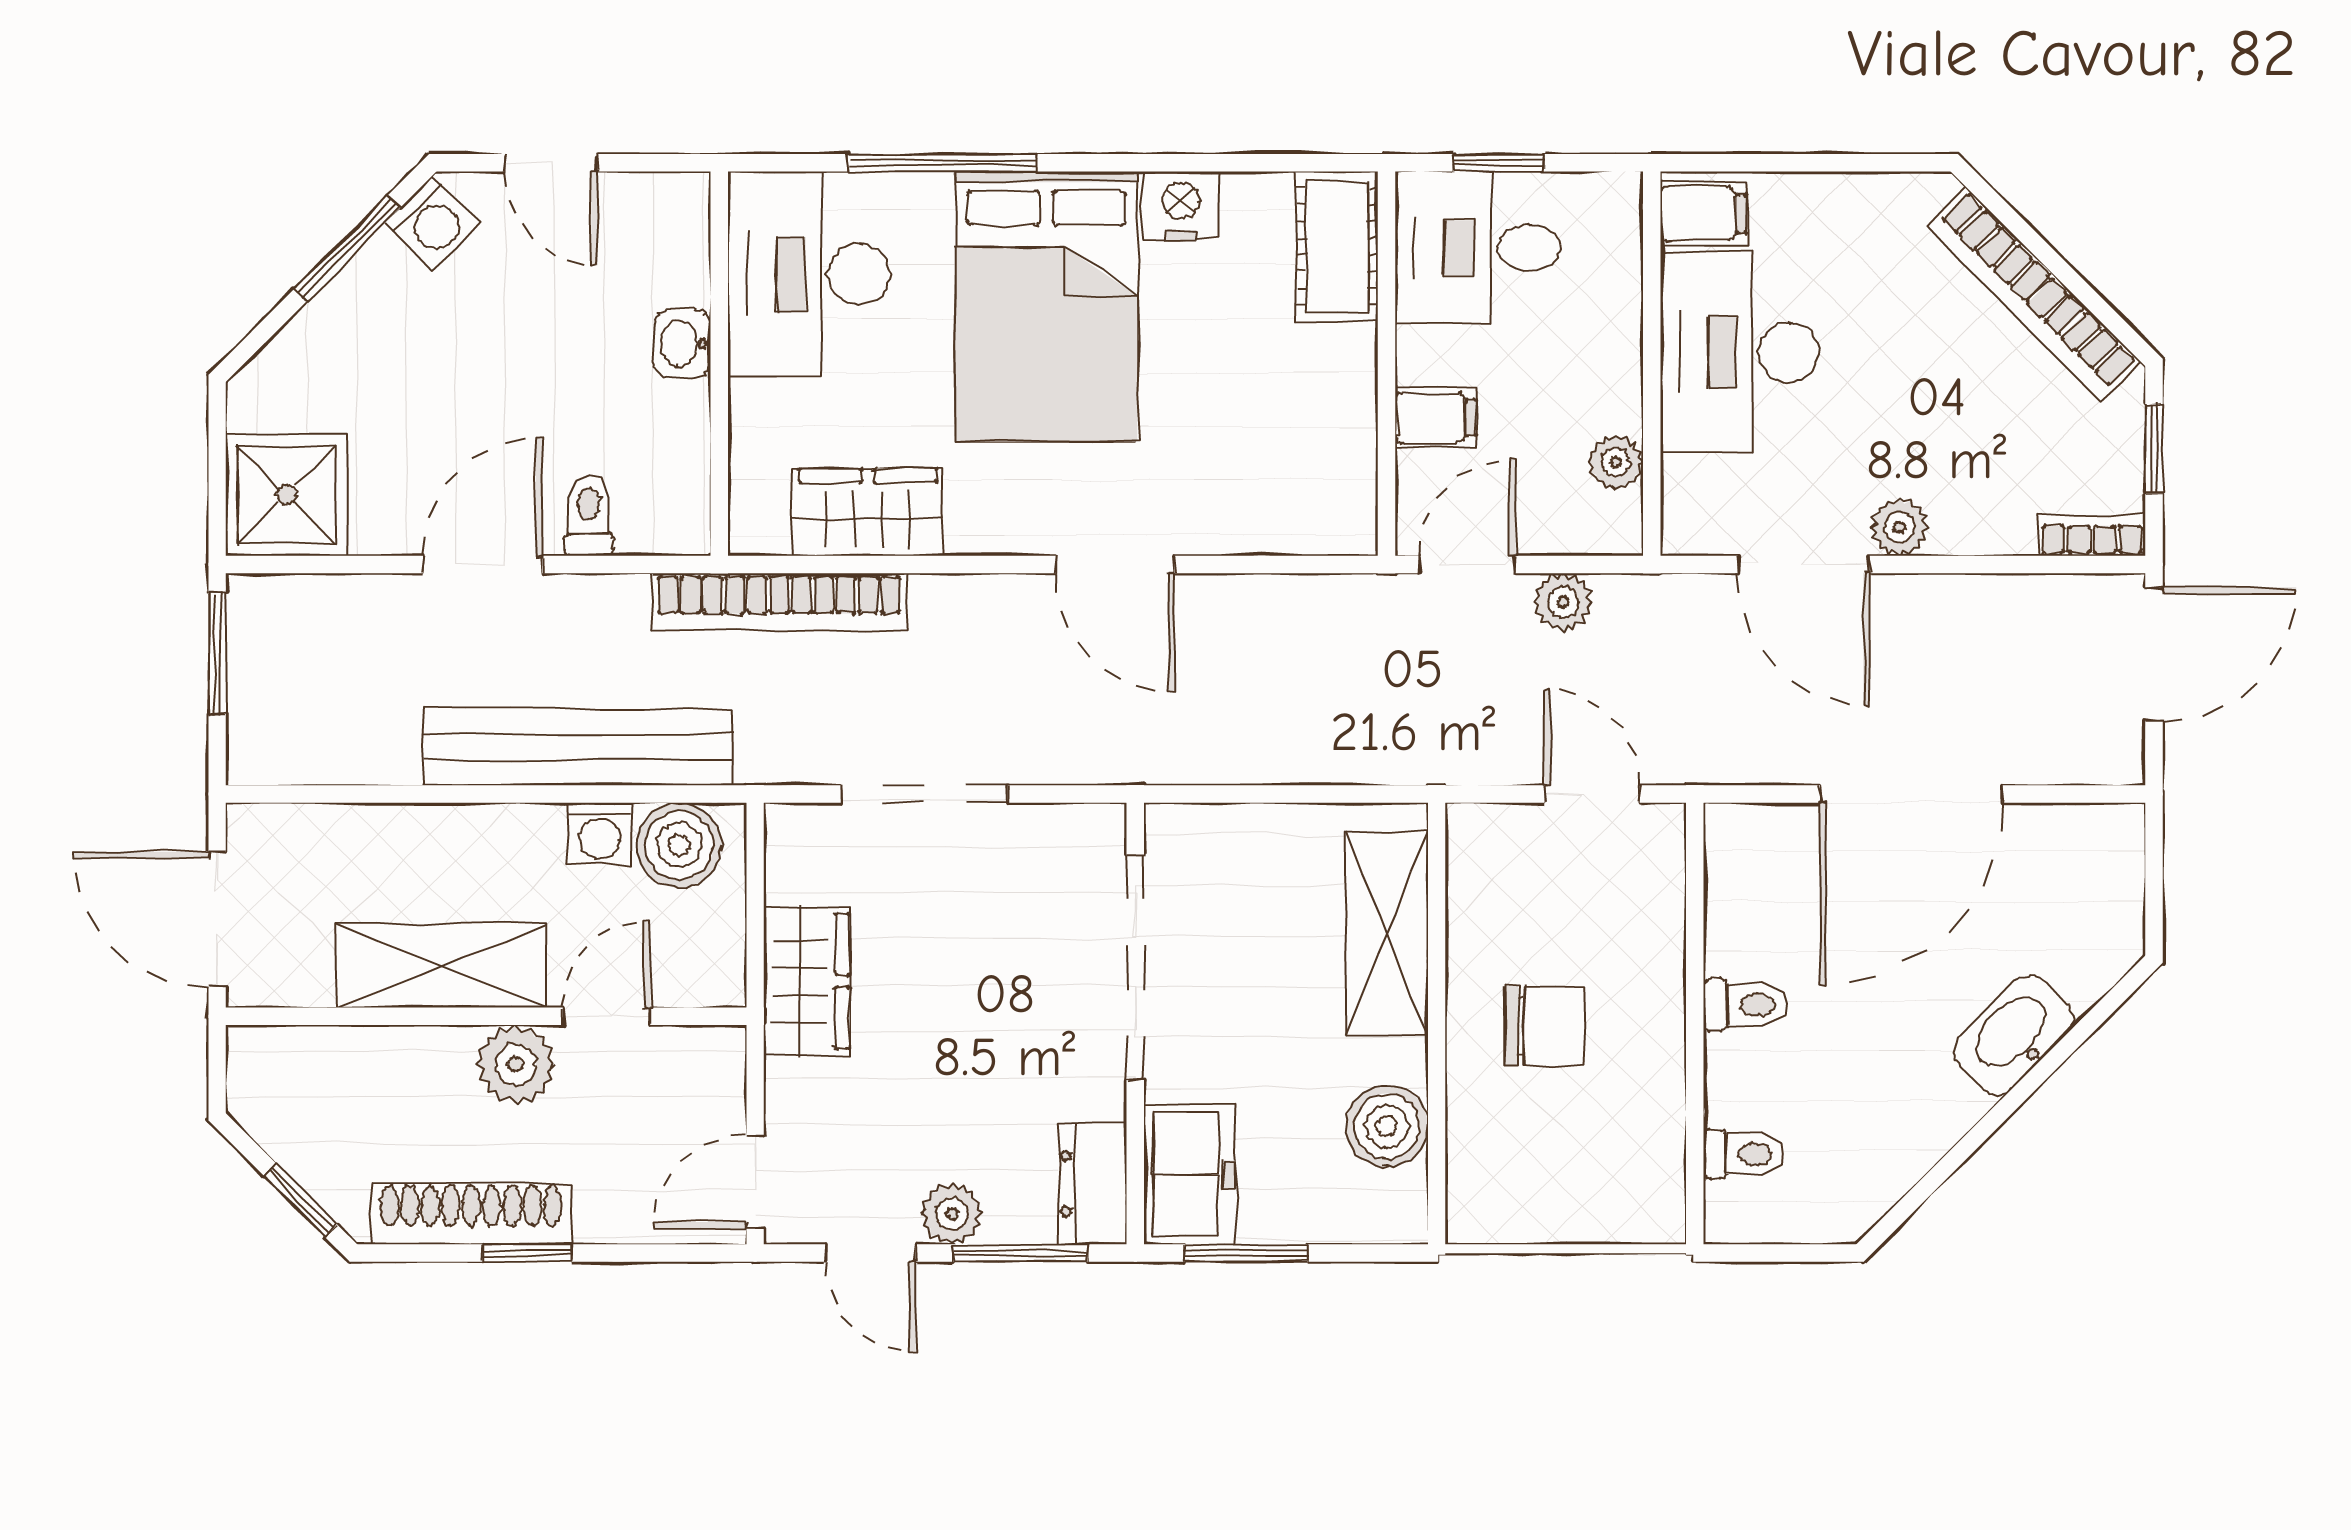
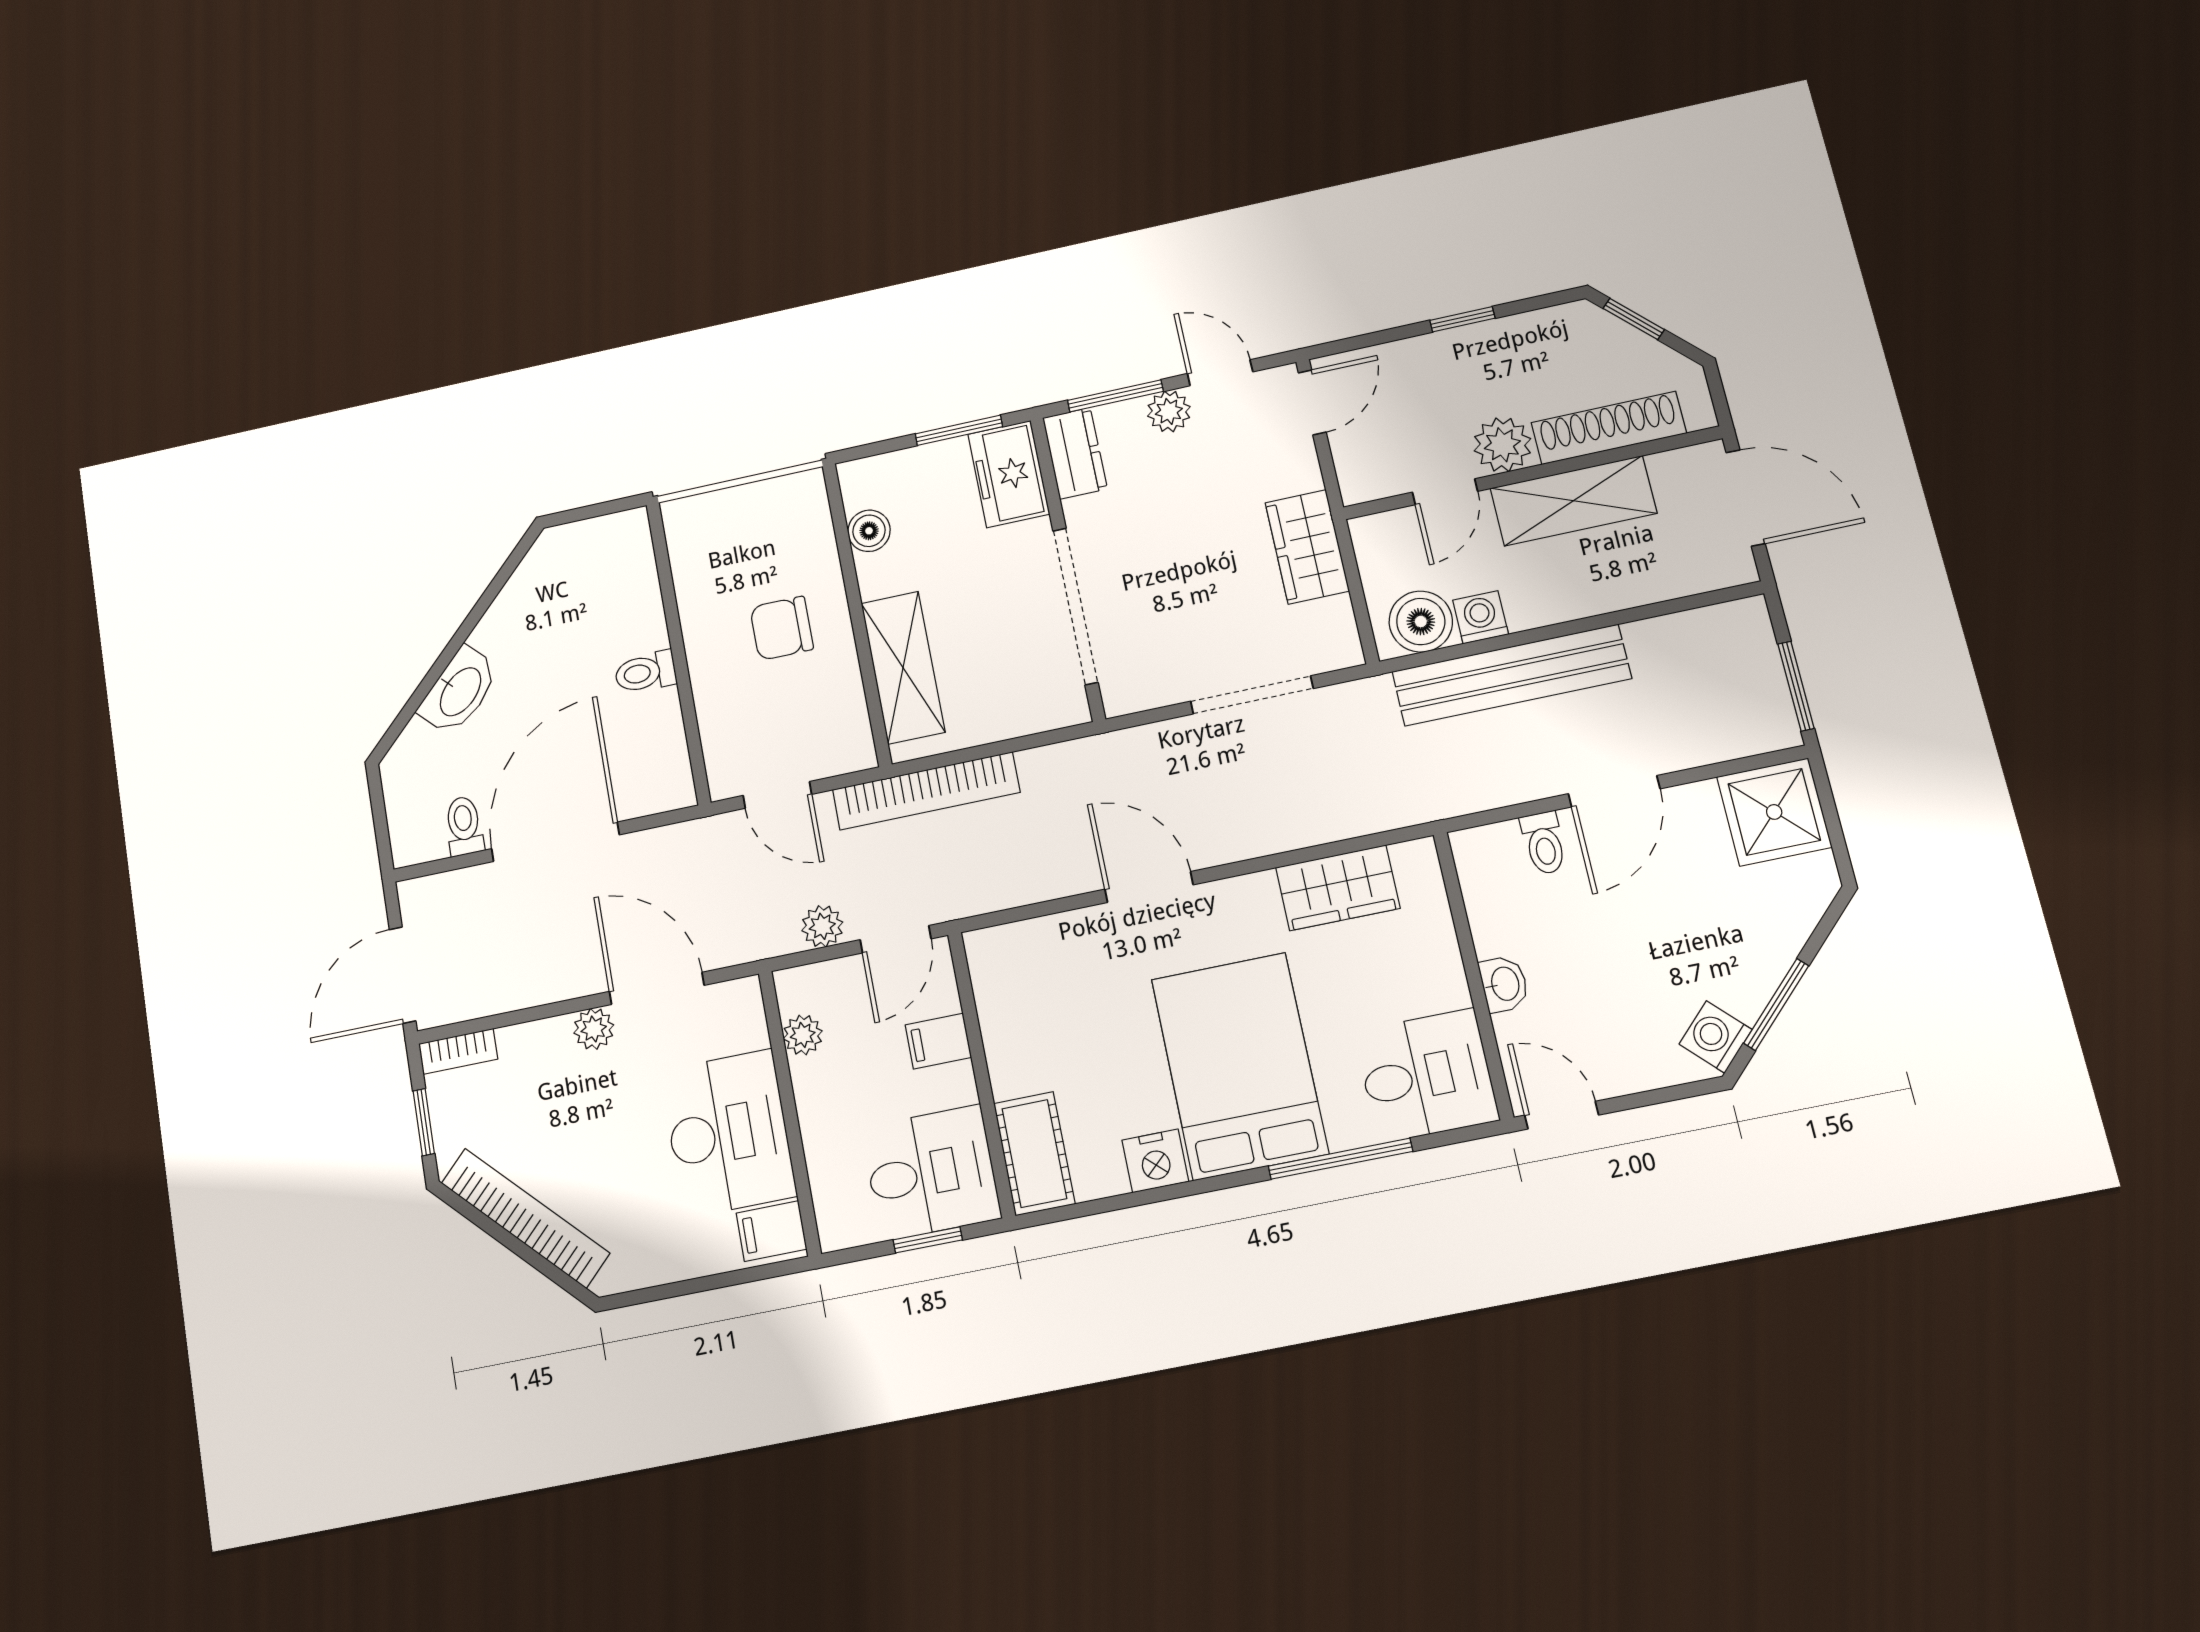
door: (551, 163) -> (1562, 1115), moved
desk: (809, 274) -> (1426, 1076), width x0.73
bookcase: (779, 602) -> (926, 791), moved, turned 180
boiler: (1387, 1126) -> (869, 531), width x0.73, depth x0.73
toilet: (1744, 1154) -> (464, 826), moved, turned 90
shoe rack: (471, 1214) -> (1609, 428), moved, turned 180

